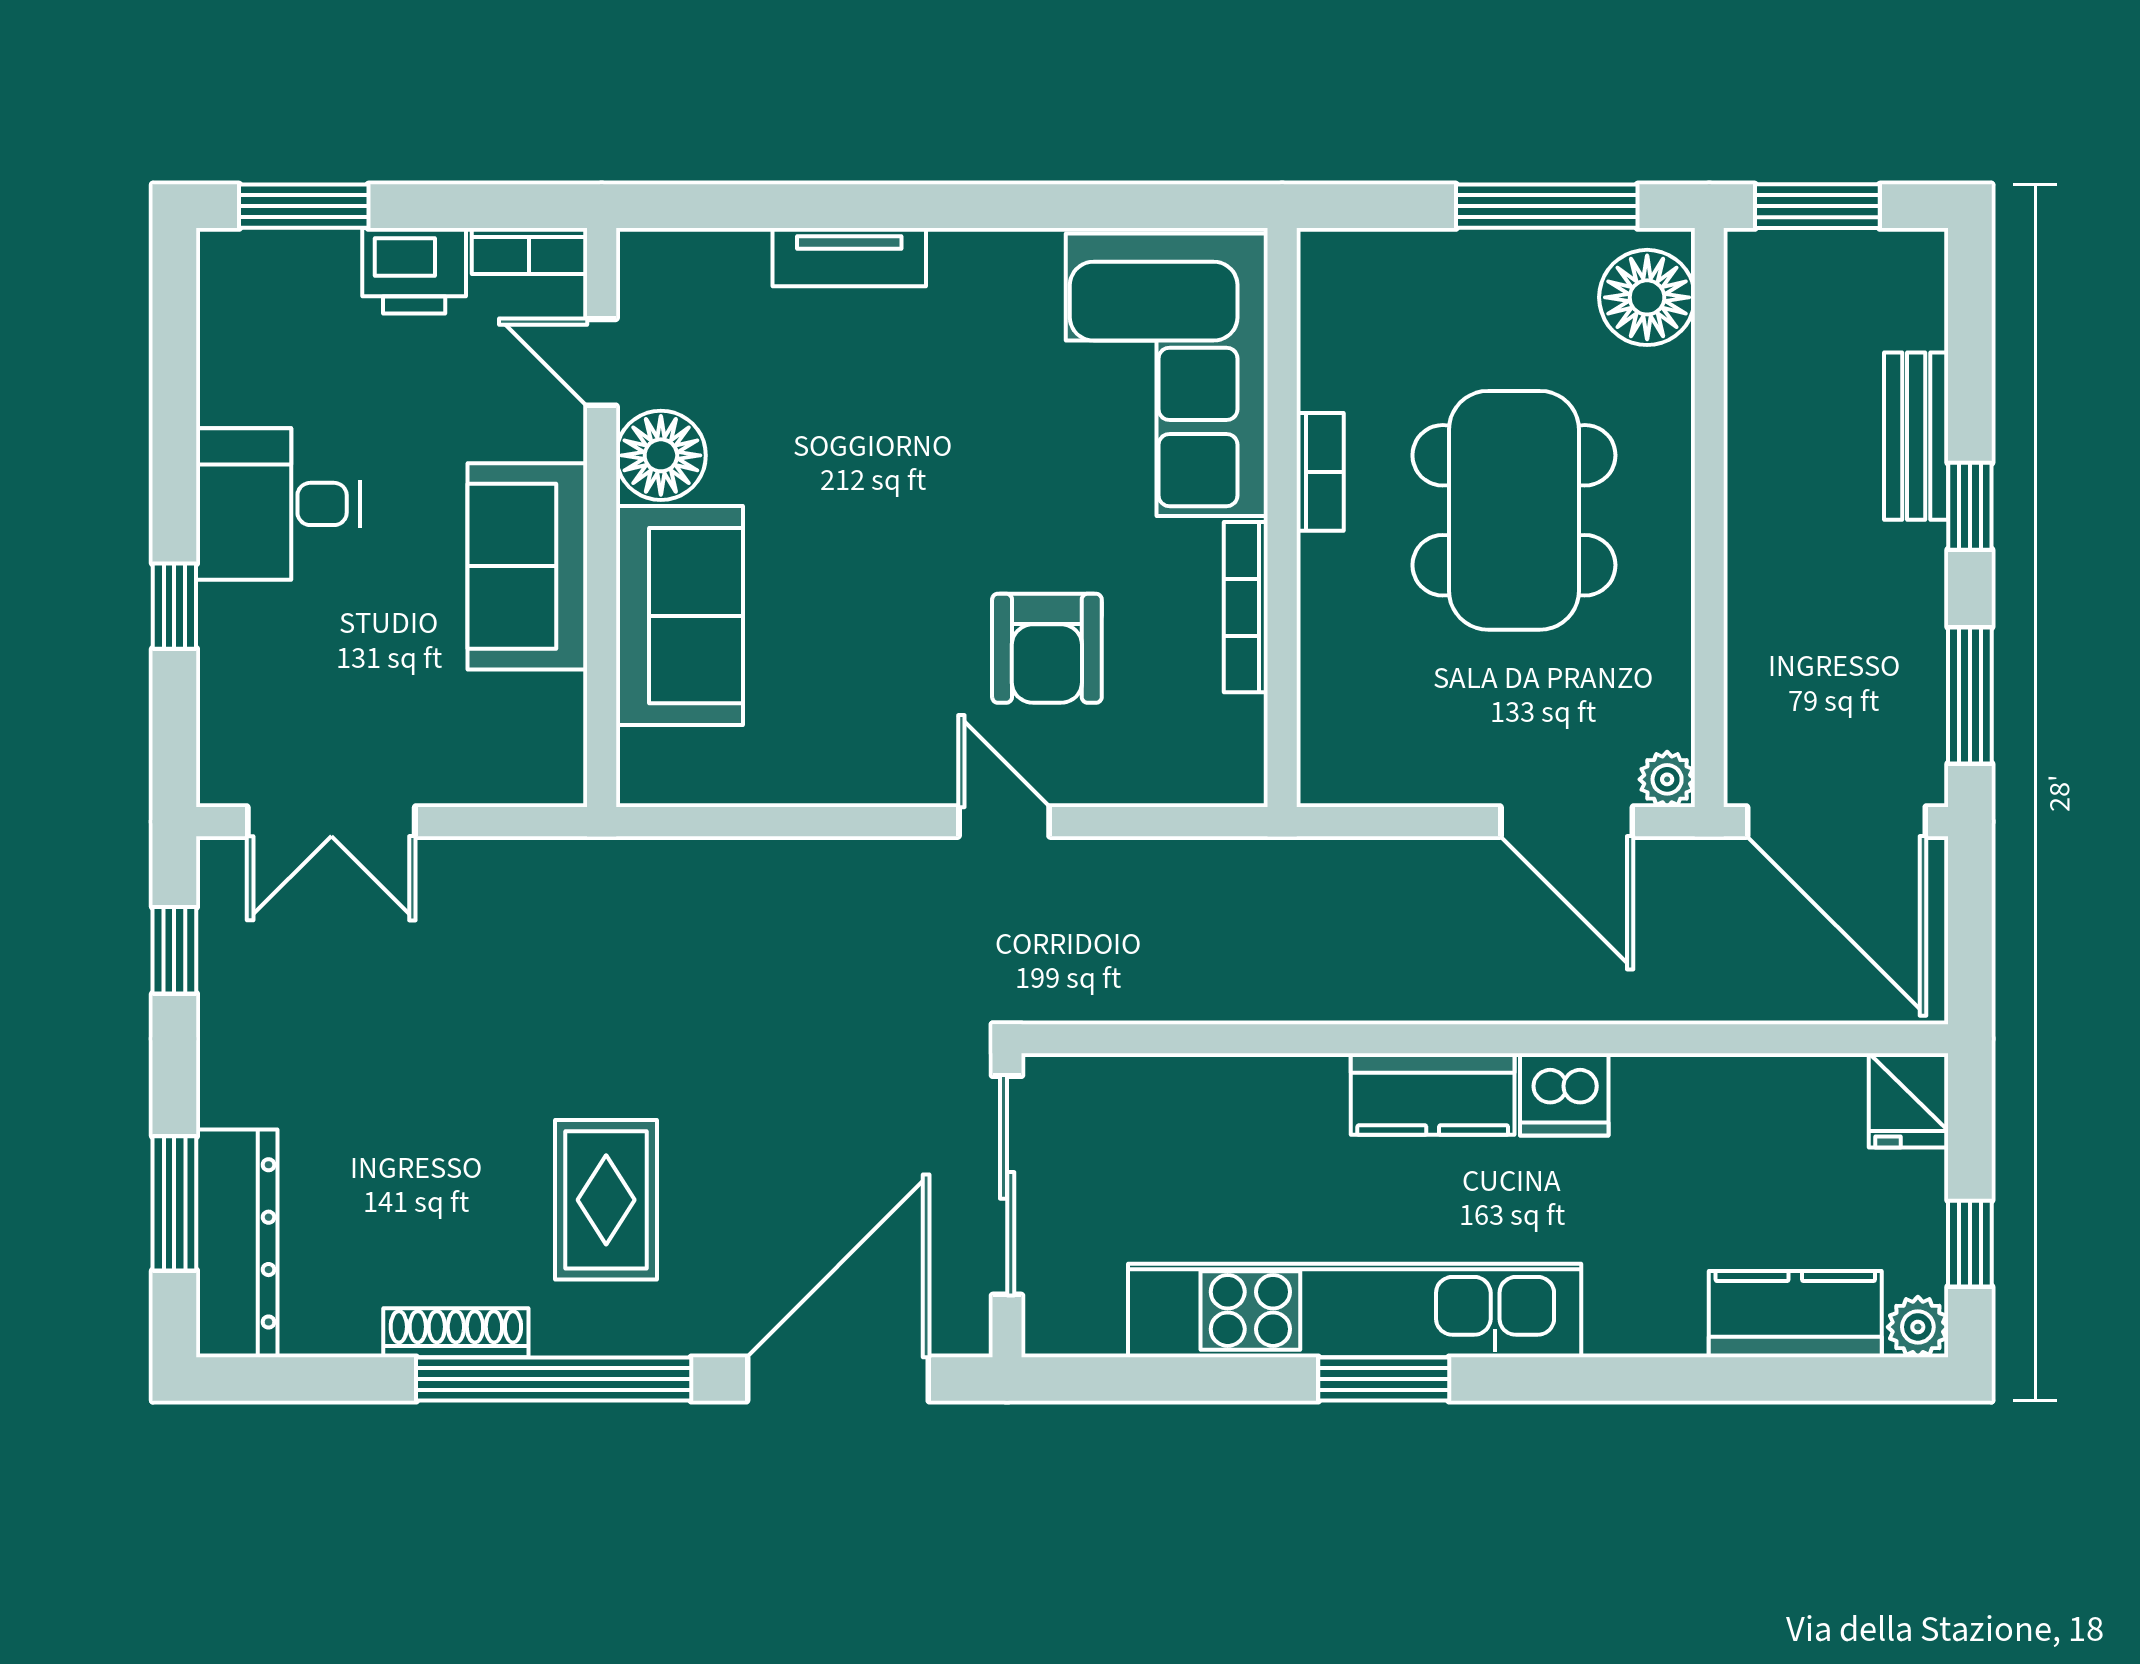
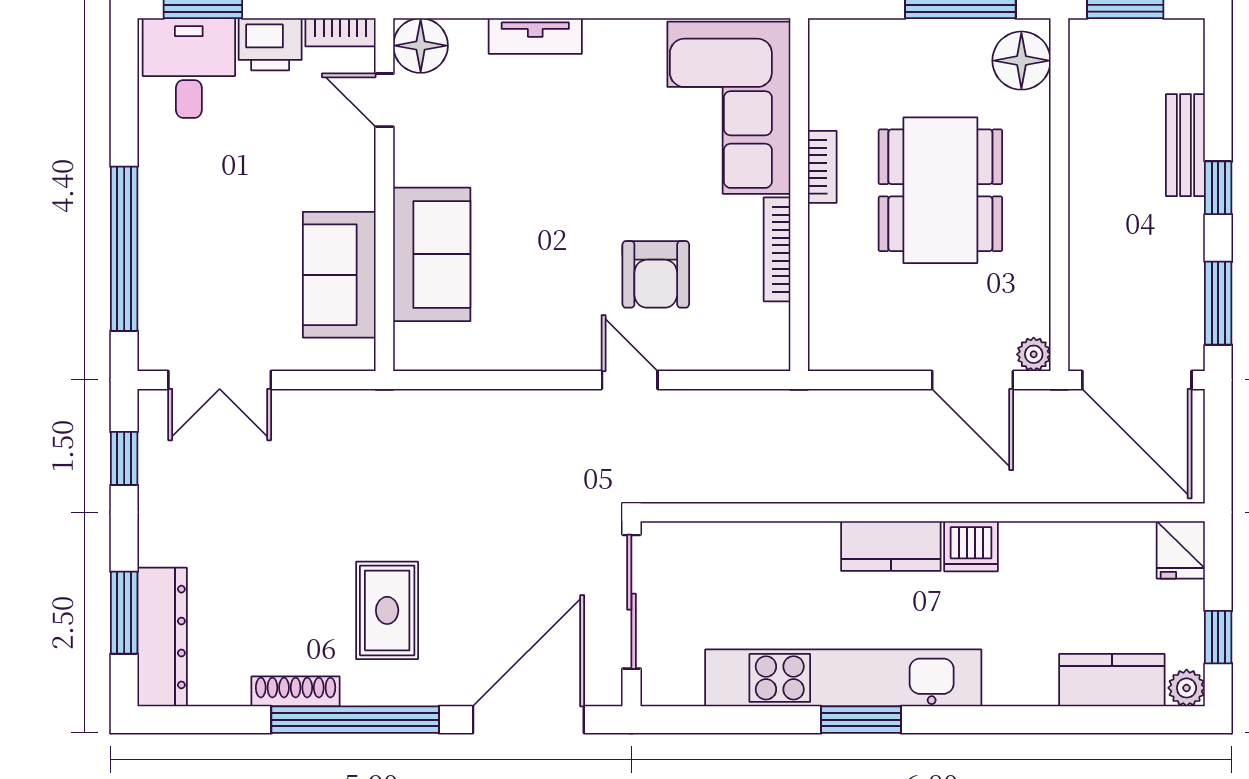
floor lamp: (661, 455) -> (421, 46), moved
desk: (278, 504) -> (189, 68), moved, turned 90
sofa: (527, 566) -> (339, 275), moved
window: (174, 606) -> (124, 249), width x3.17

